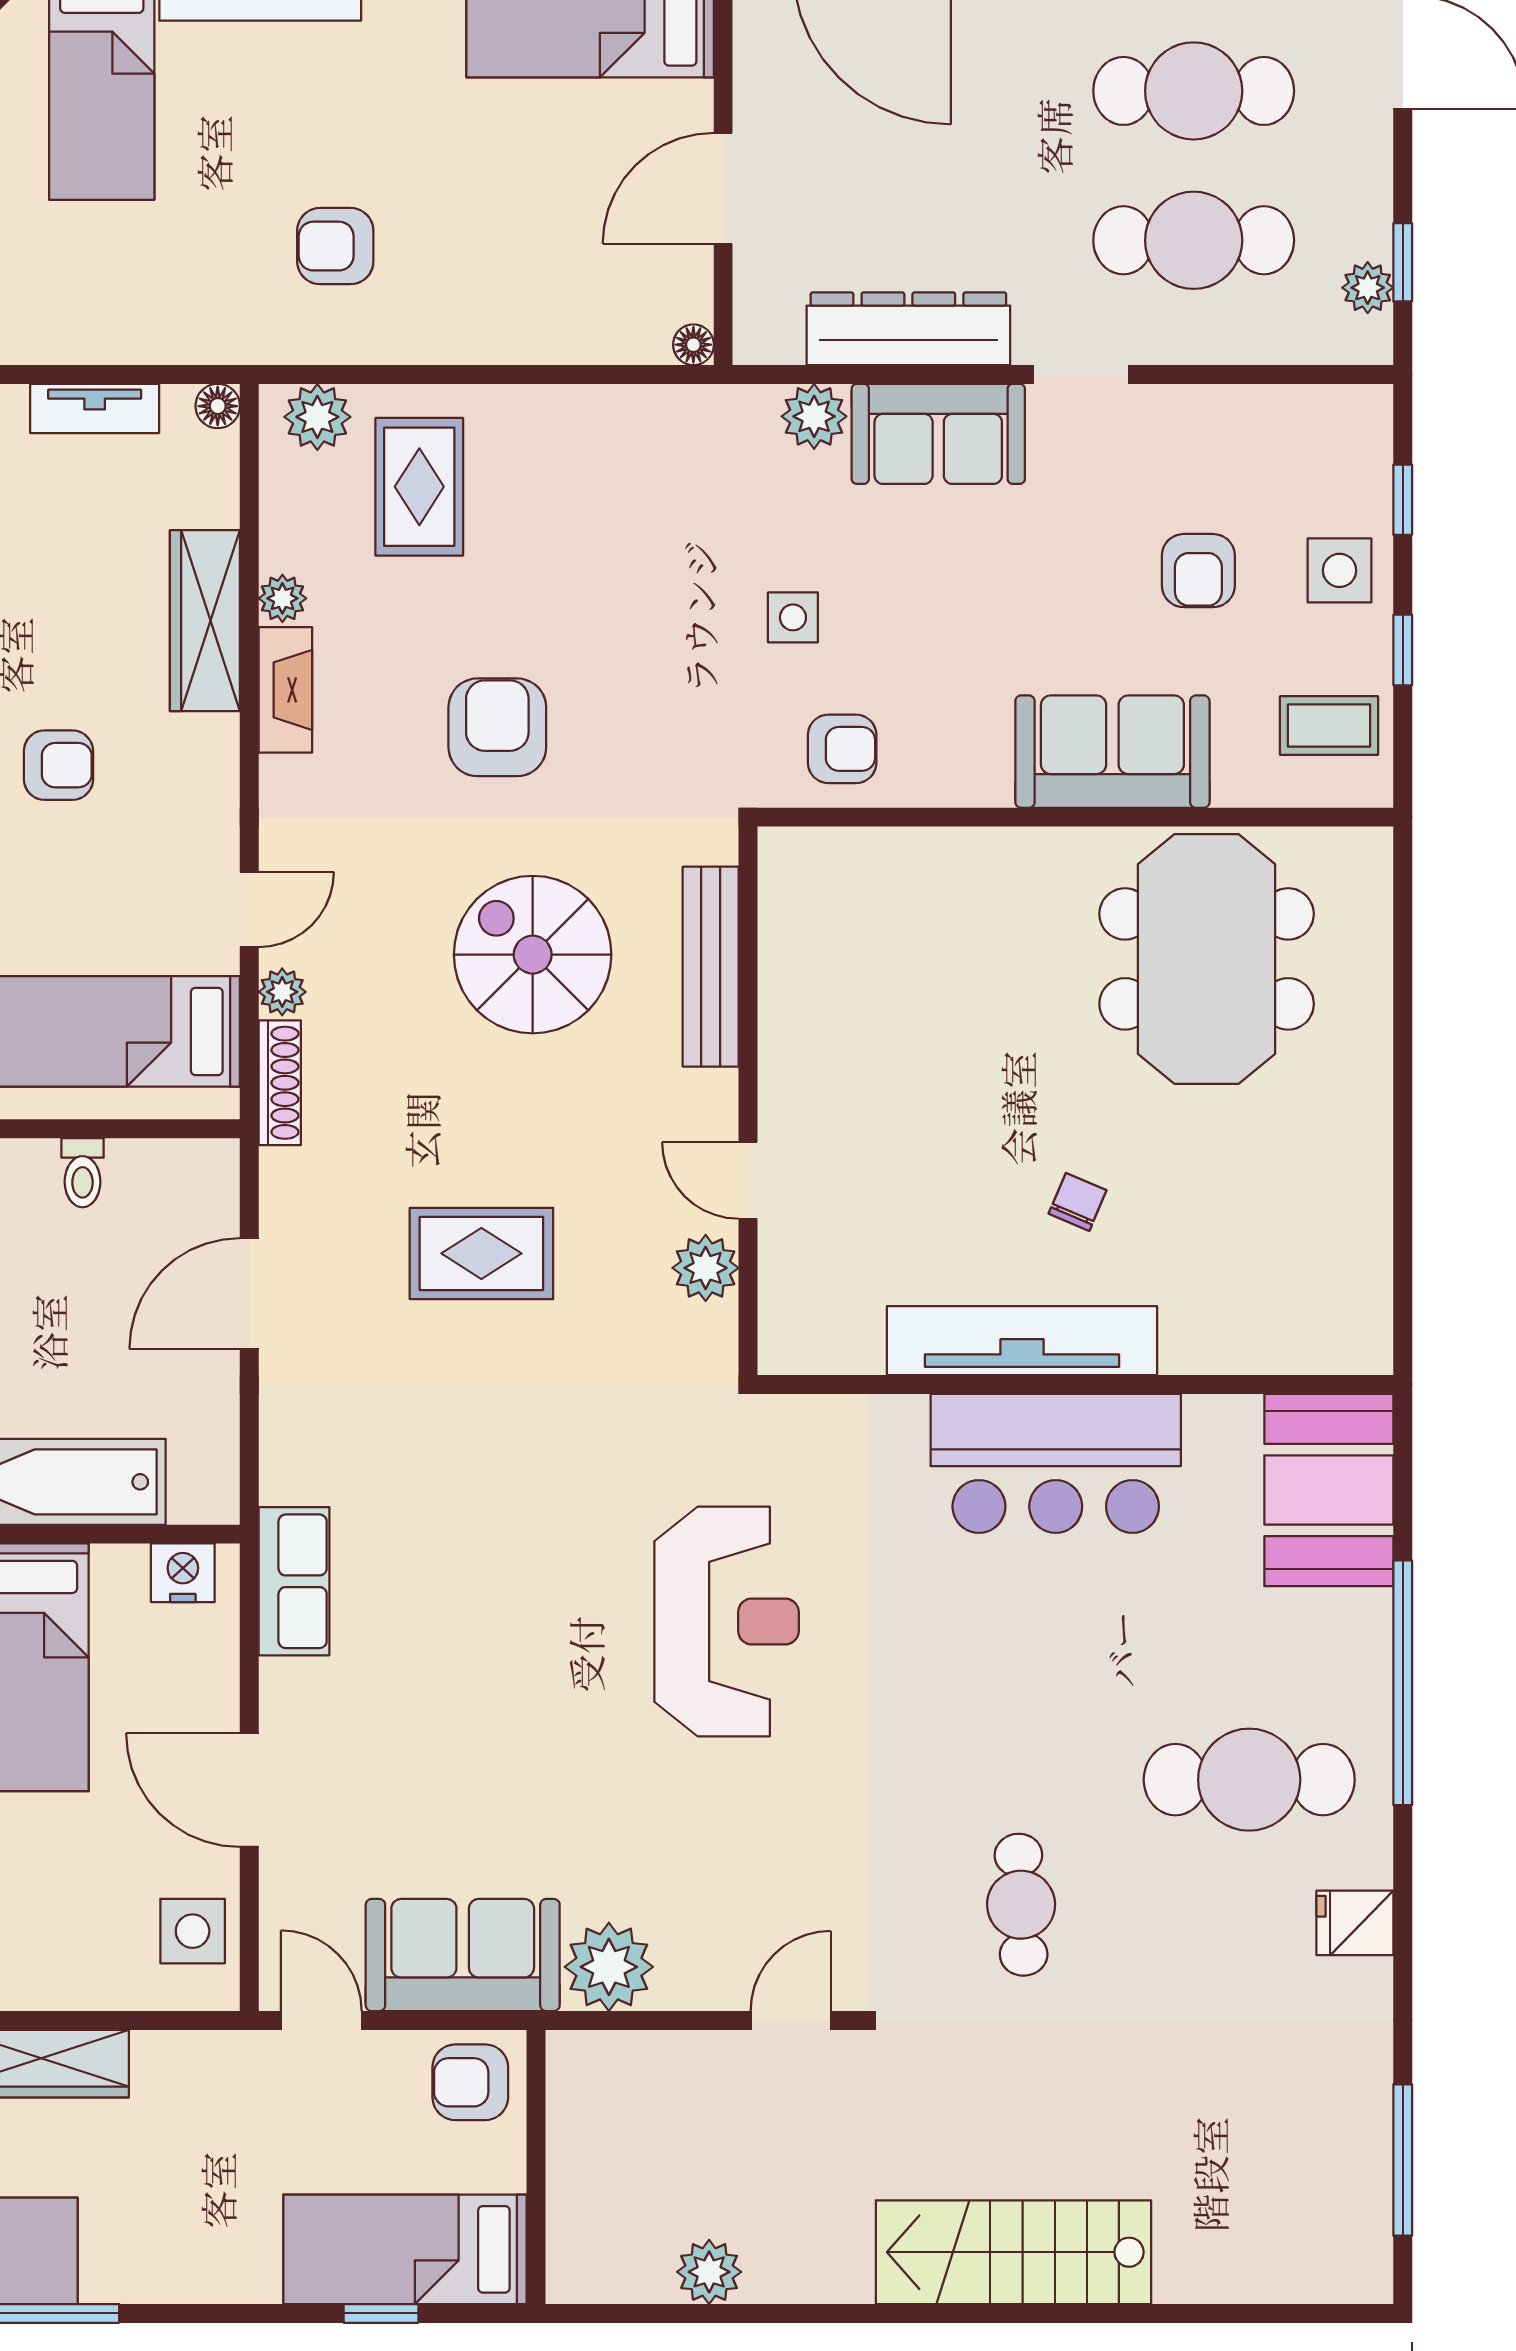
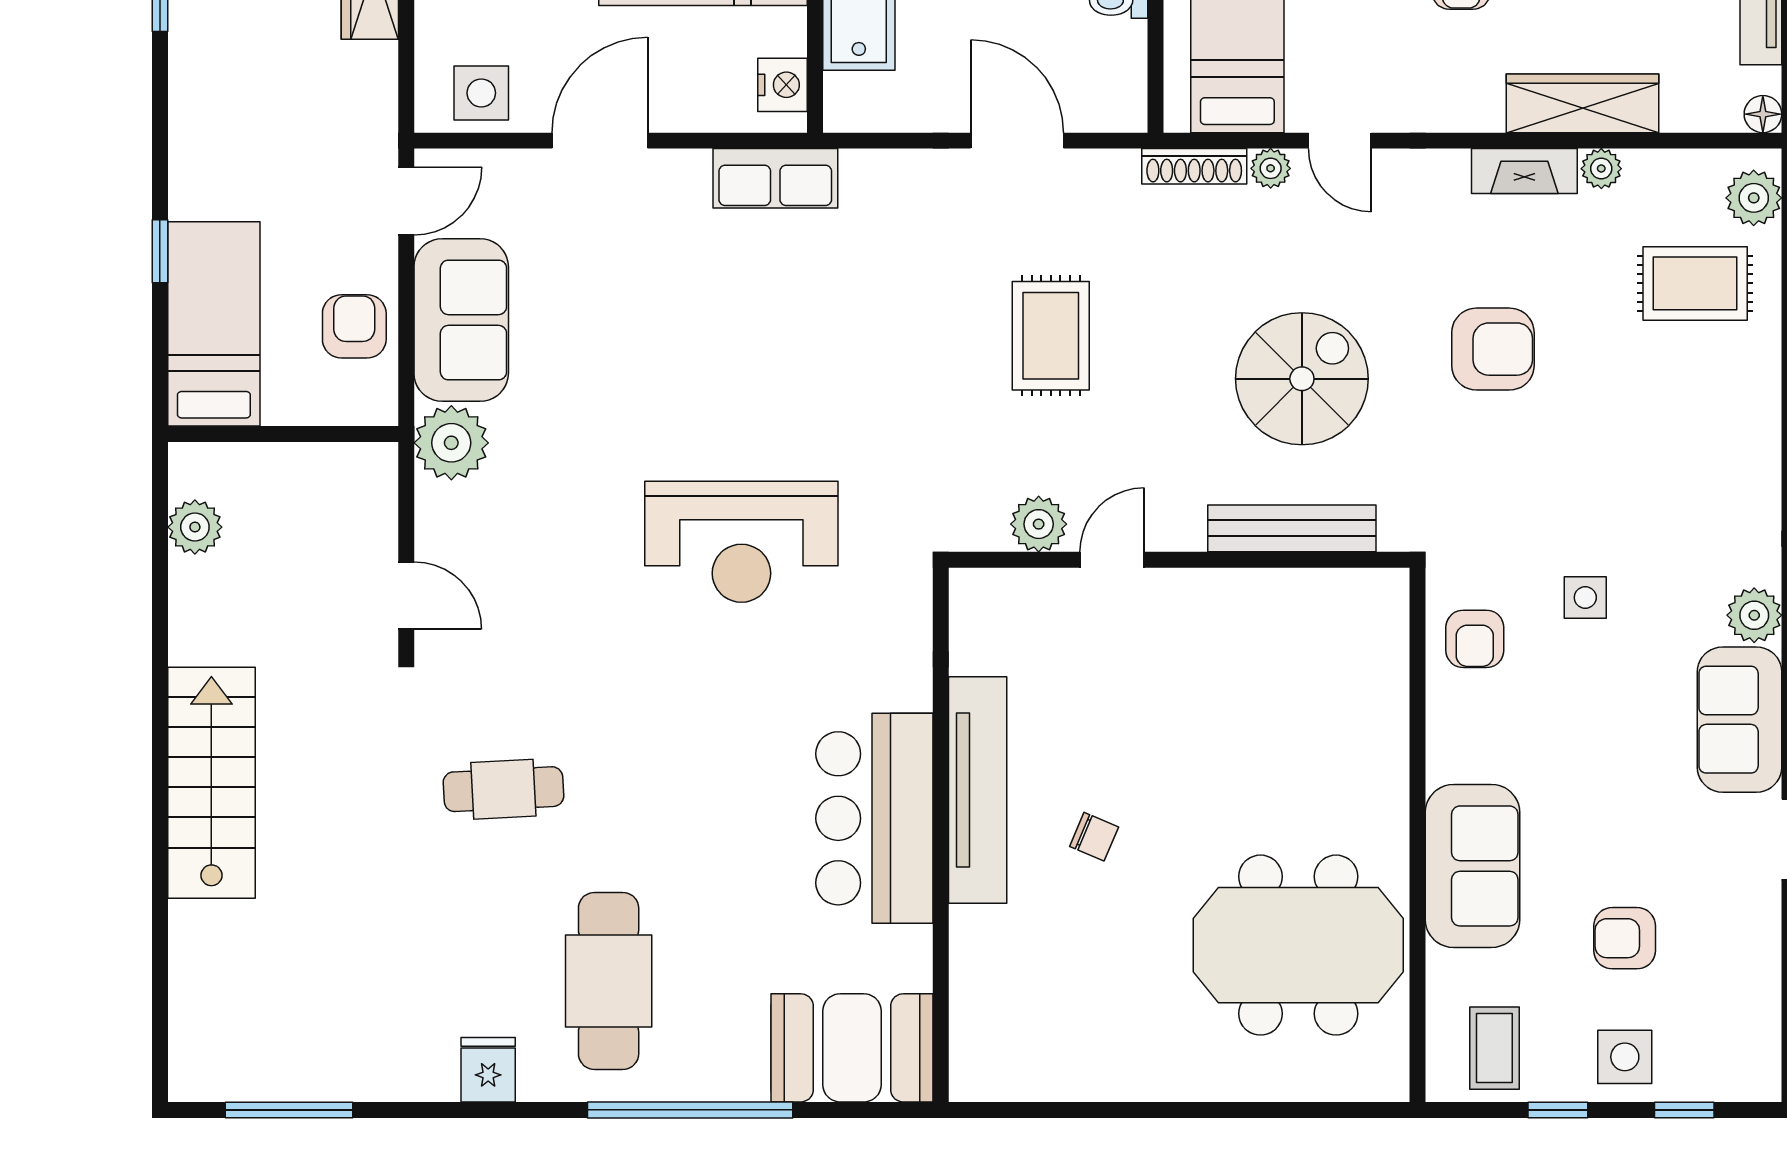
wall: (536, 2167) -> (283, 434), moved
bed: (405, 2249) -> (214, 324), moved

